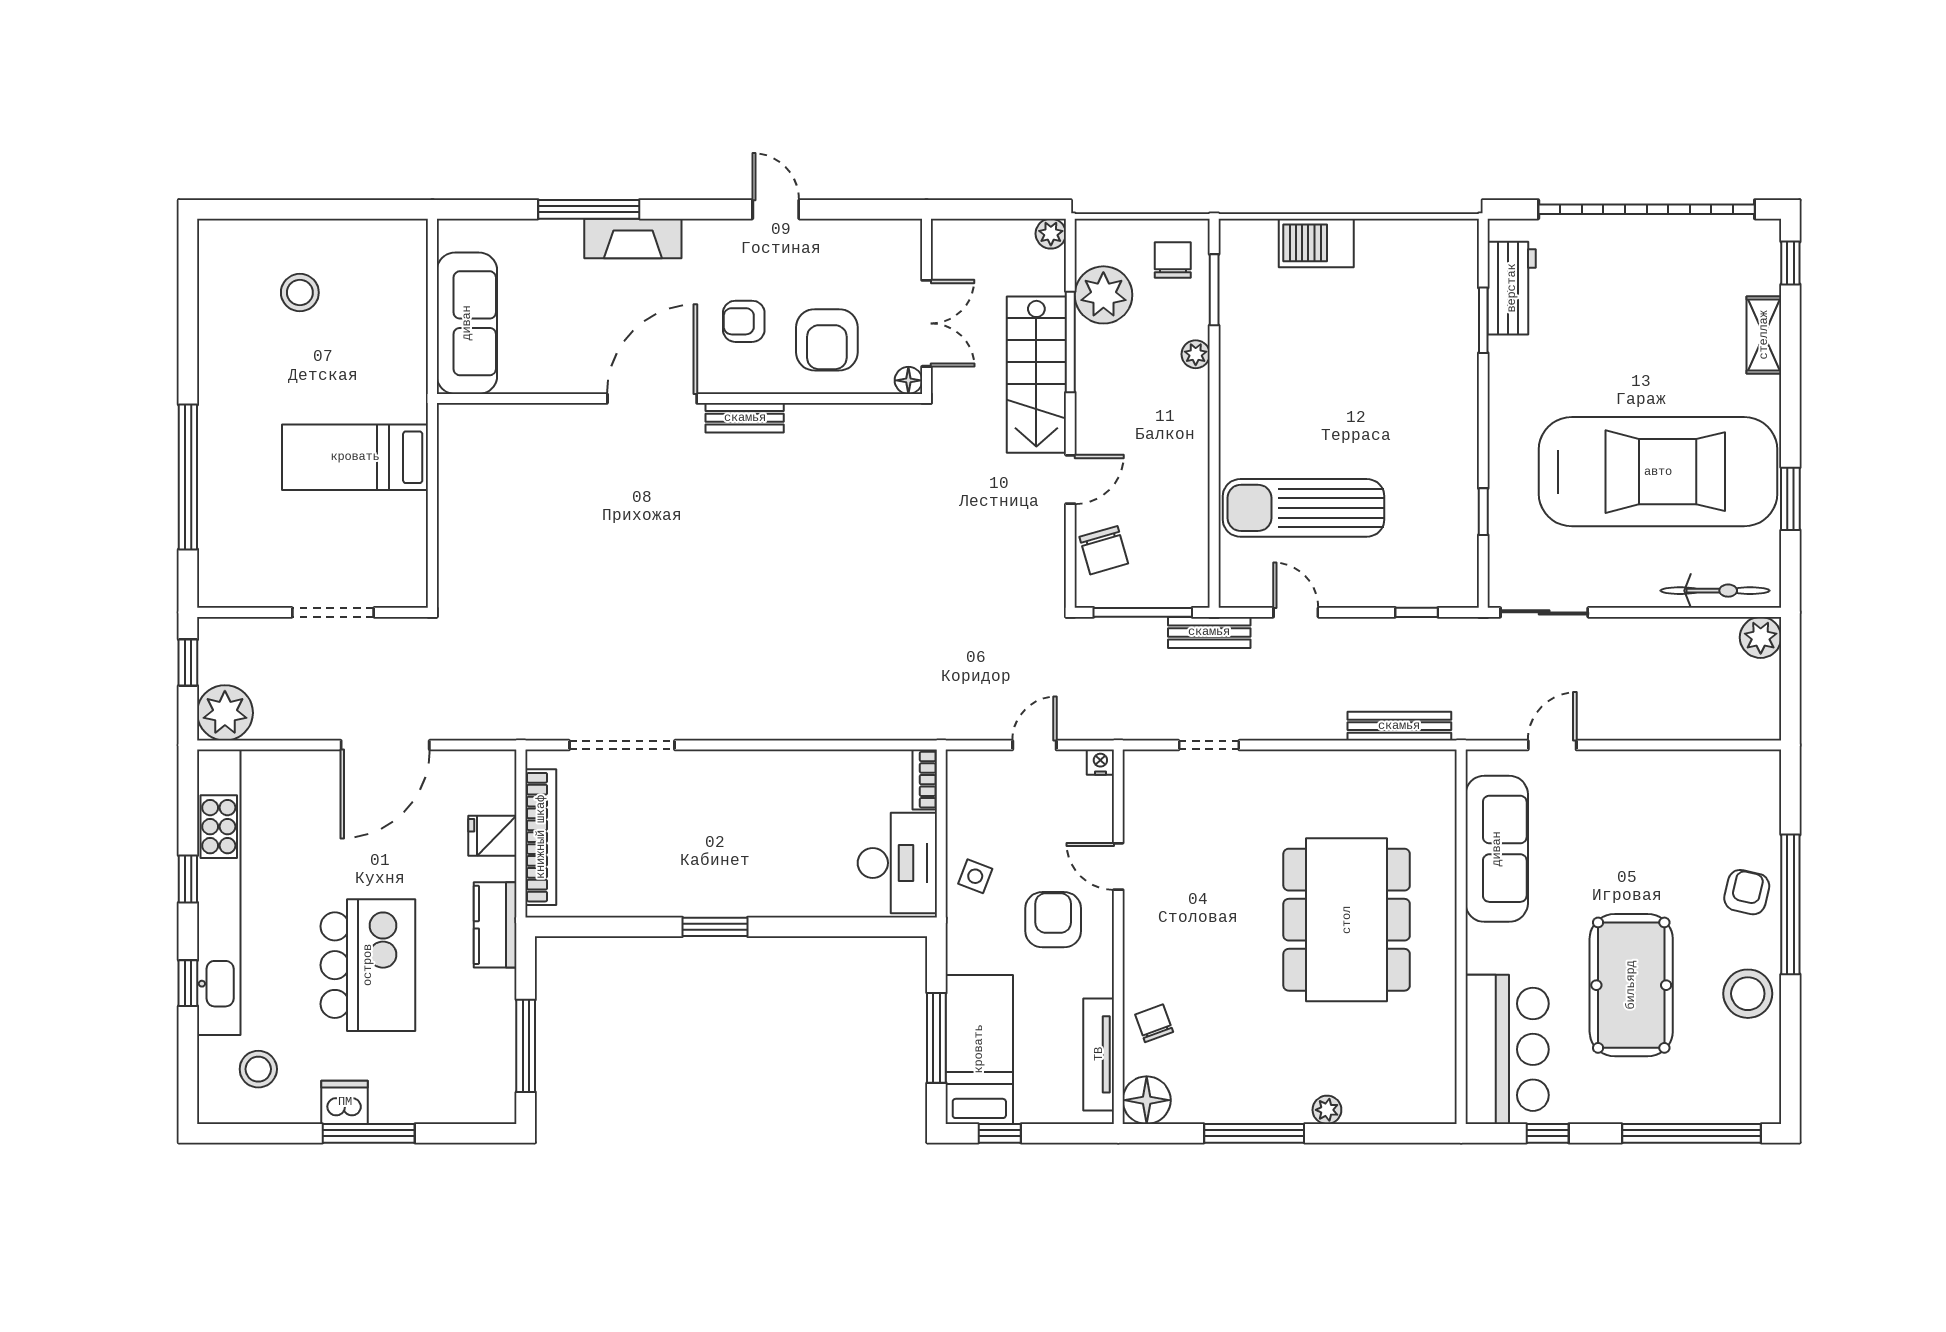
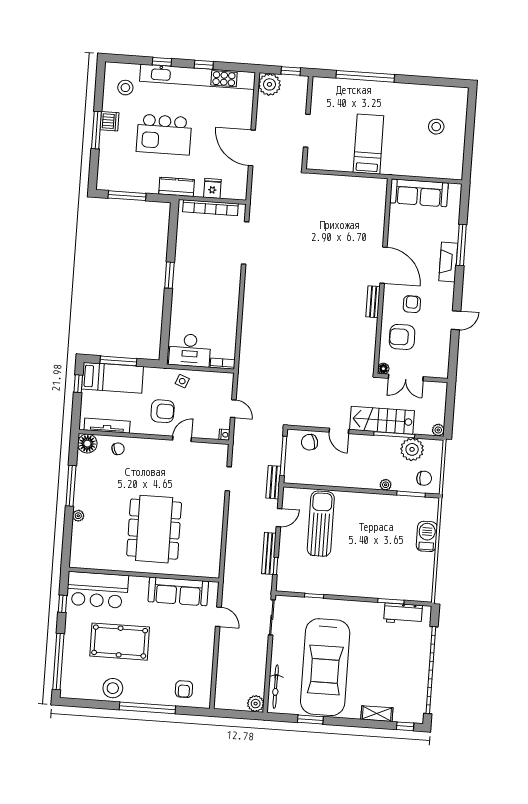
bench: (1399, 726) -> (269, 553), moved
armchair: (1747, 892) -> (184, 689), moved, turned 77
dining table: (1347, 920) -> (154, 529), turned 90

